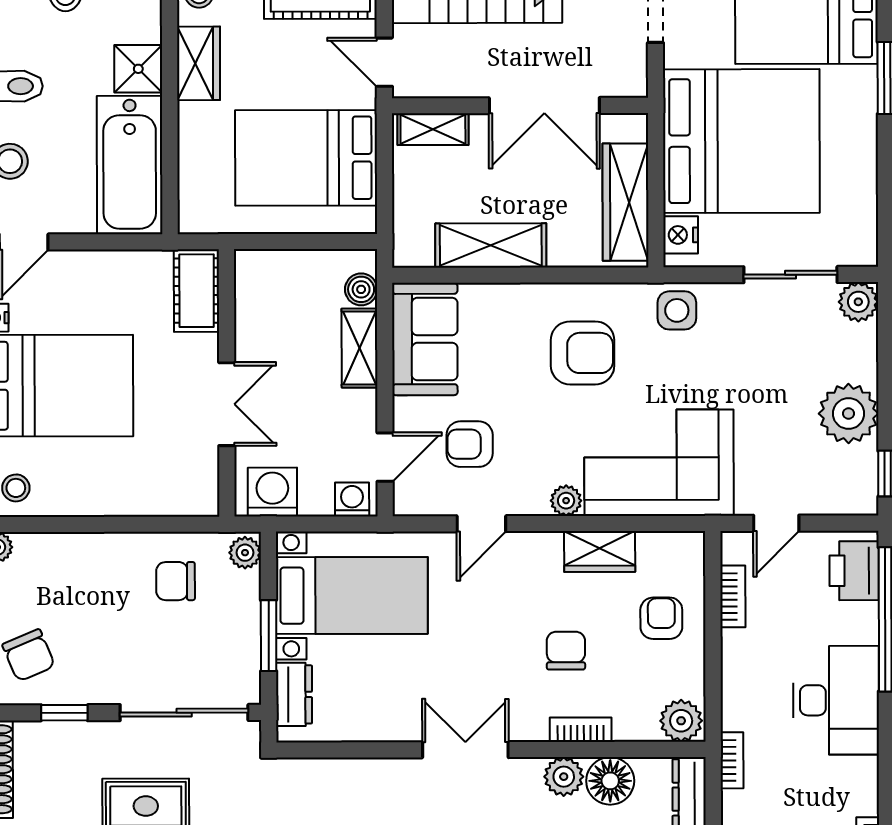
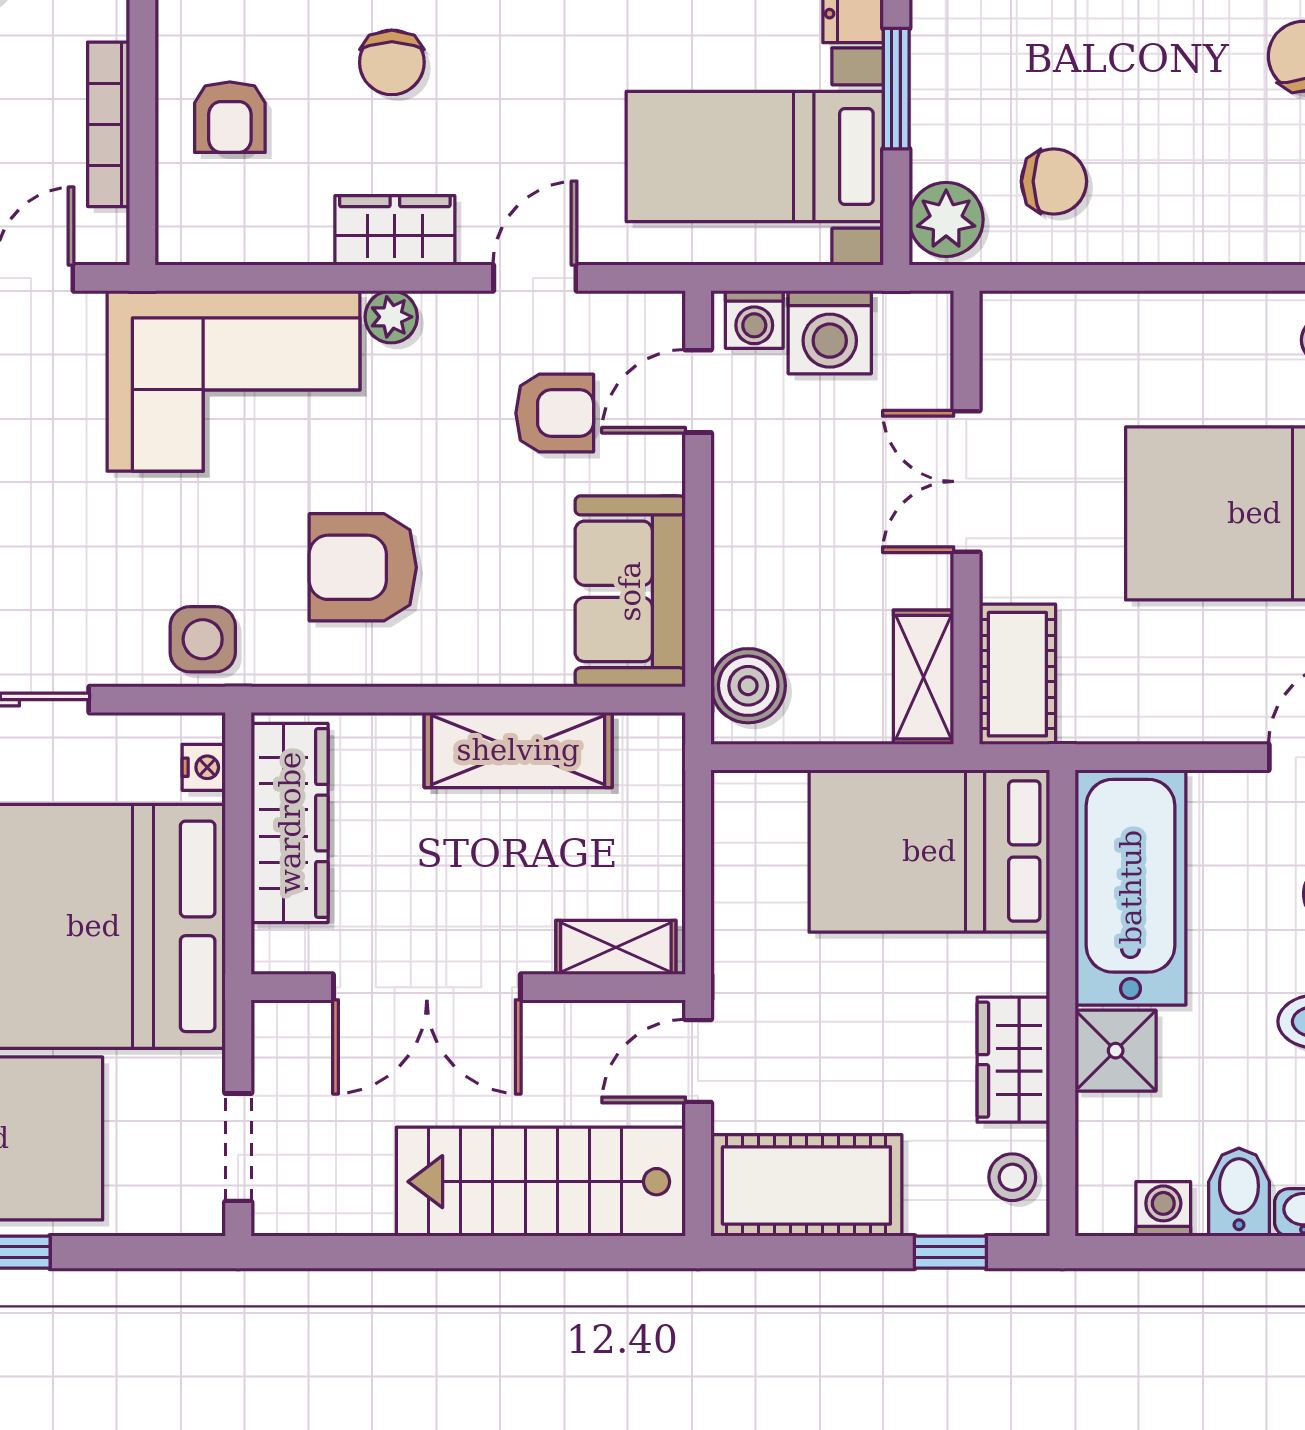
door: (384, 62) -> (698, 1061), swing flipped
double door: (544, 106) -> (427, 987), swing flipped
bed: (306, 158) -> (929, 851), moved, turned 180
nightstand: (681, 235) -> (204, 767), width x0.72, depth x0.74
boiler: (361, 289) -> (748, 686), width x1.36, depth x1.36
shelving: (359, 348) -> (924, 677), moved
washing machine: (272, 492) -> (830, 332), moved
wardrobe: (600, 552) -> (395, 230), moved
plant: (245, 553) -> (946, 219), width x1.38, depth x1.38
bookcase: (733, 596) -> (109, 124), width x1.56

